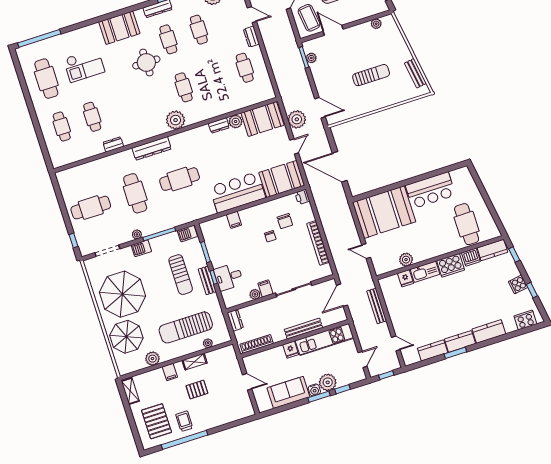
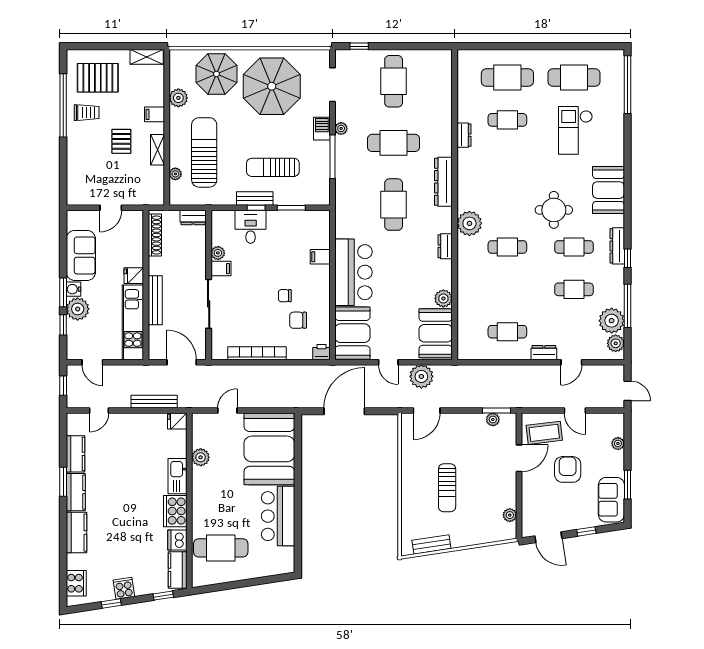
dresser: (219, 126) -> (445, 246), moved
cafe table: (62, 127) -> (507, 77), width x1.37, depth x1.35
barbecue: (187, 233) -> (322, 192), removed
fridge: (406, 278) -> (177, 421), moved

